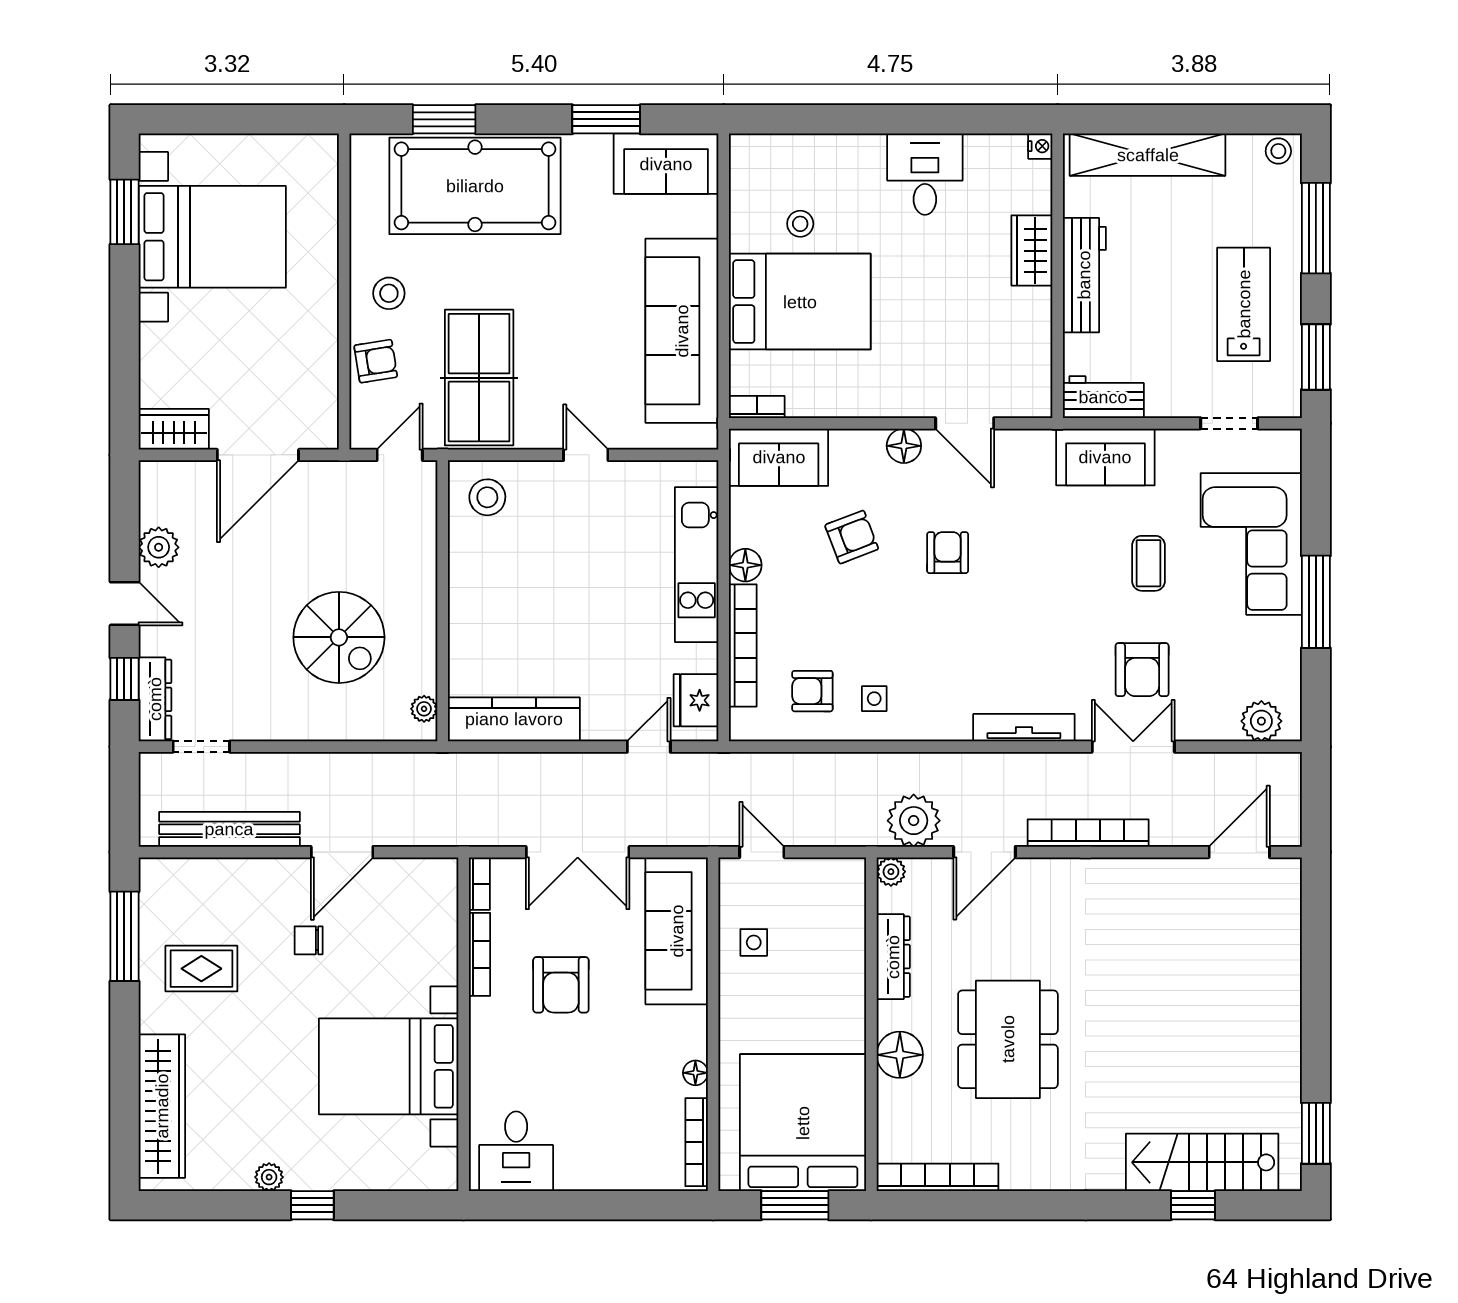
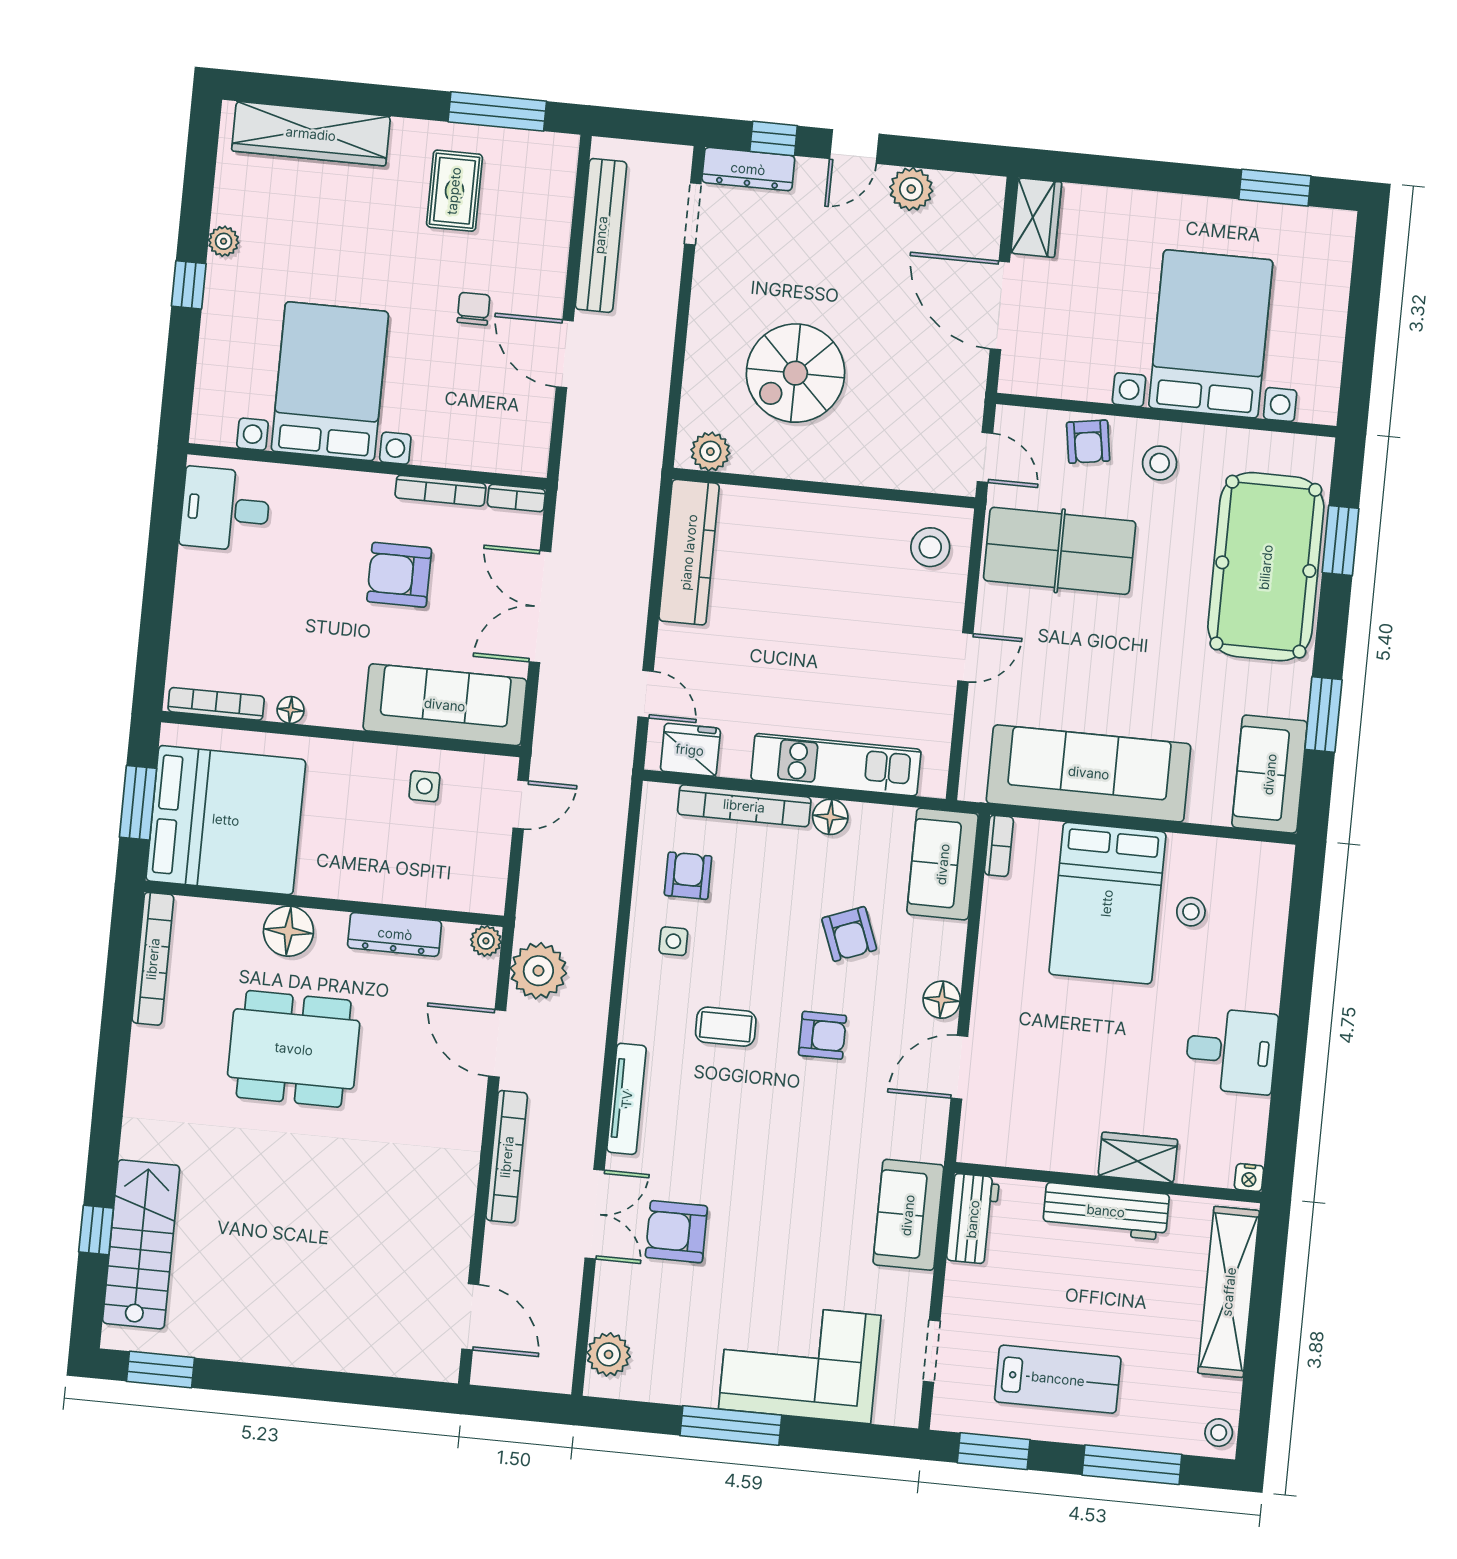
bed with nightstands: (212, 237) -> (1211, 334), moved, turned 180
coffee table: (1148, 563) -> (726, 1027), moved
plant: (424, 709) -> (710, 452), width x1.38, depth x1.38

